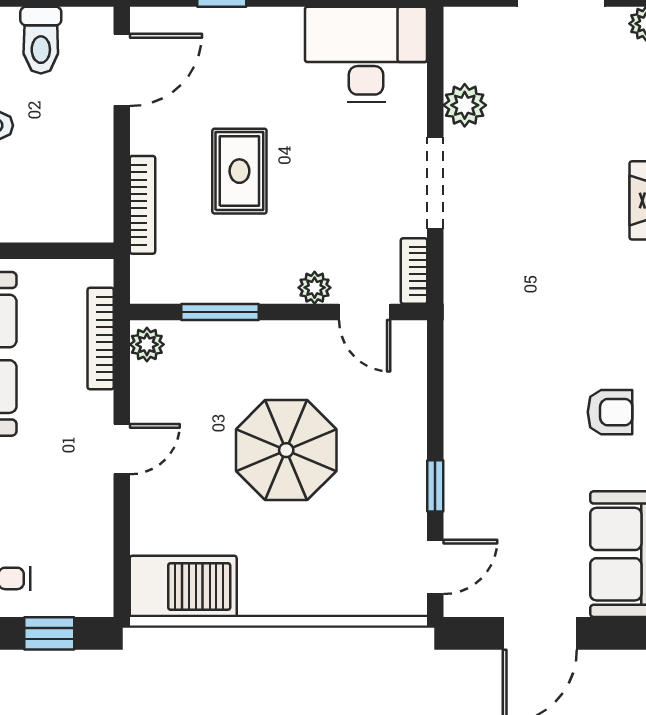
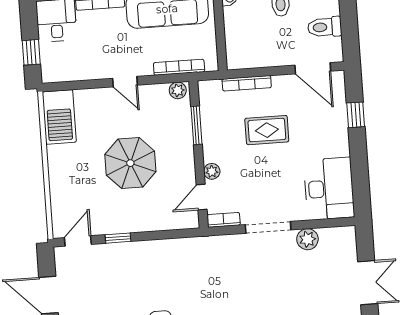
door: (435, 567) -> (78, 241), swing flipped

